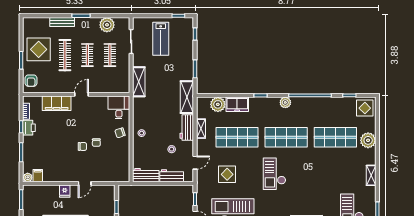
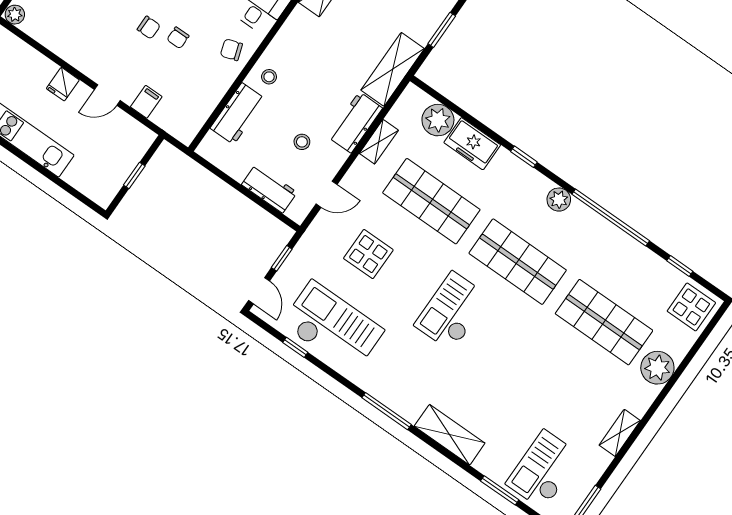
workbench: (146, 175) -> (238, 114), moved, turned 90
filing cabinet: (38, 176) -> (146, 102), moved

